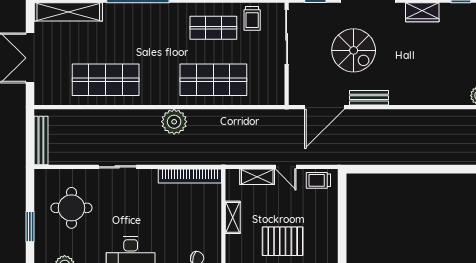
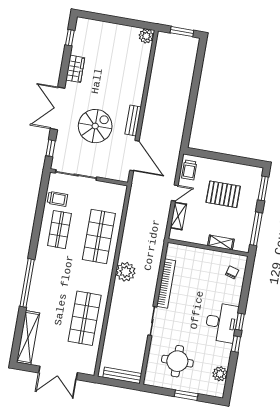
bookcase: (190, 176) -> (166, 283), moved
shelving: (233, 217) -> (221, 243), moved
pallet: (283, 241) -> (223, 194), moved, turned 90

